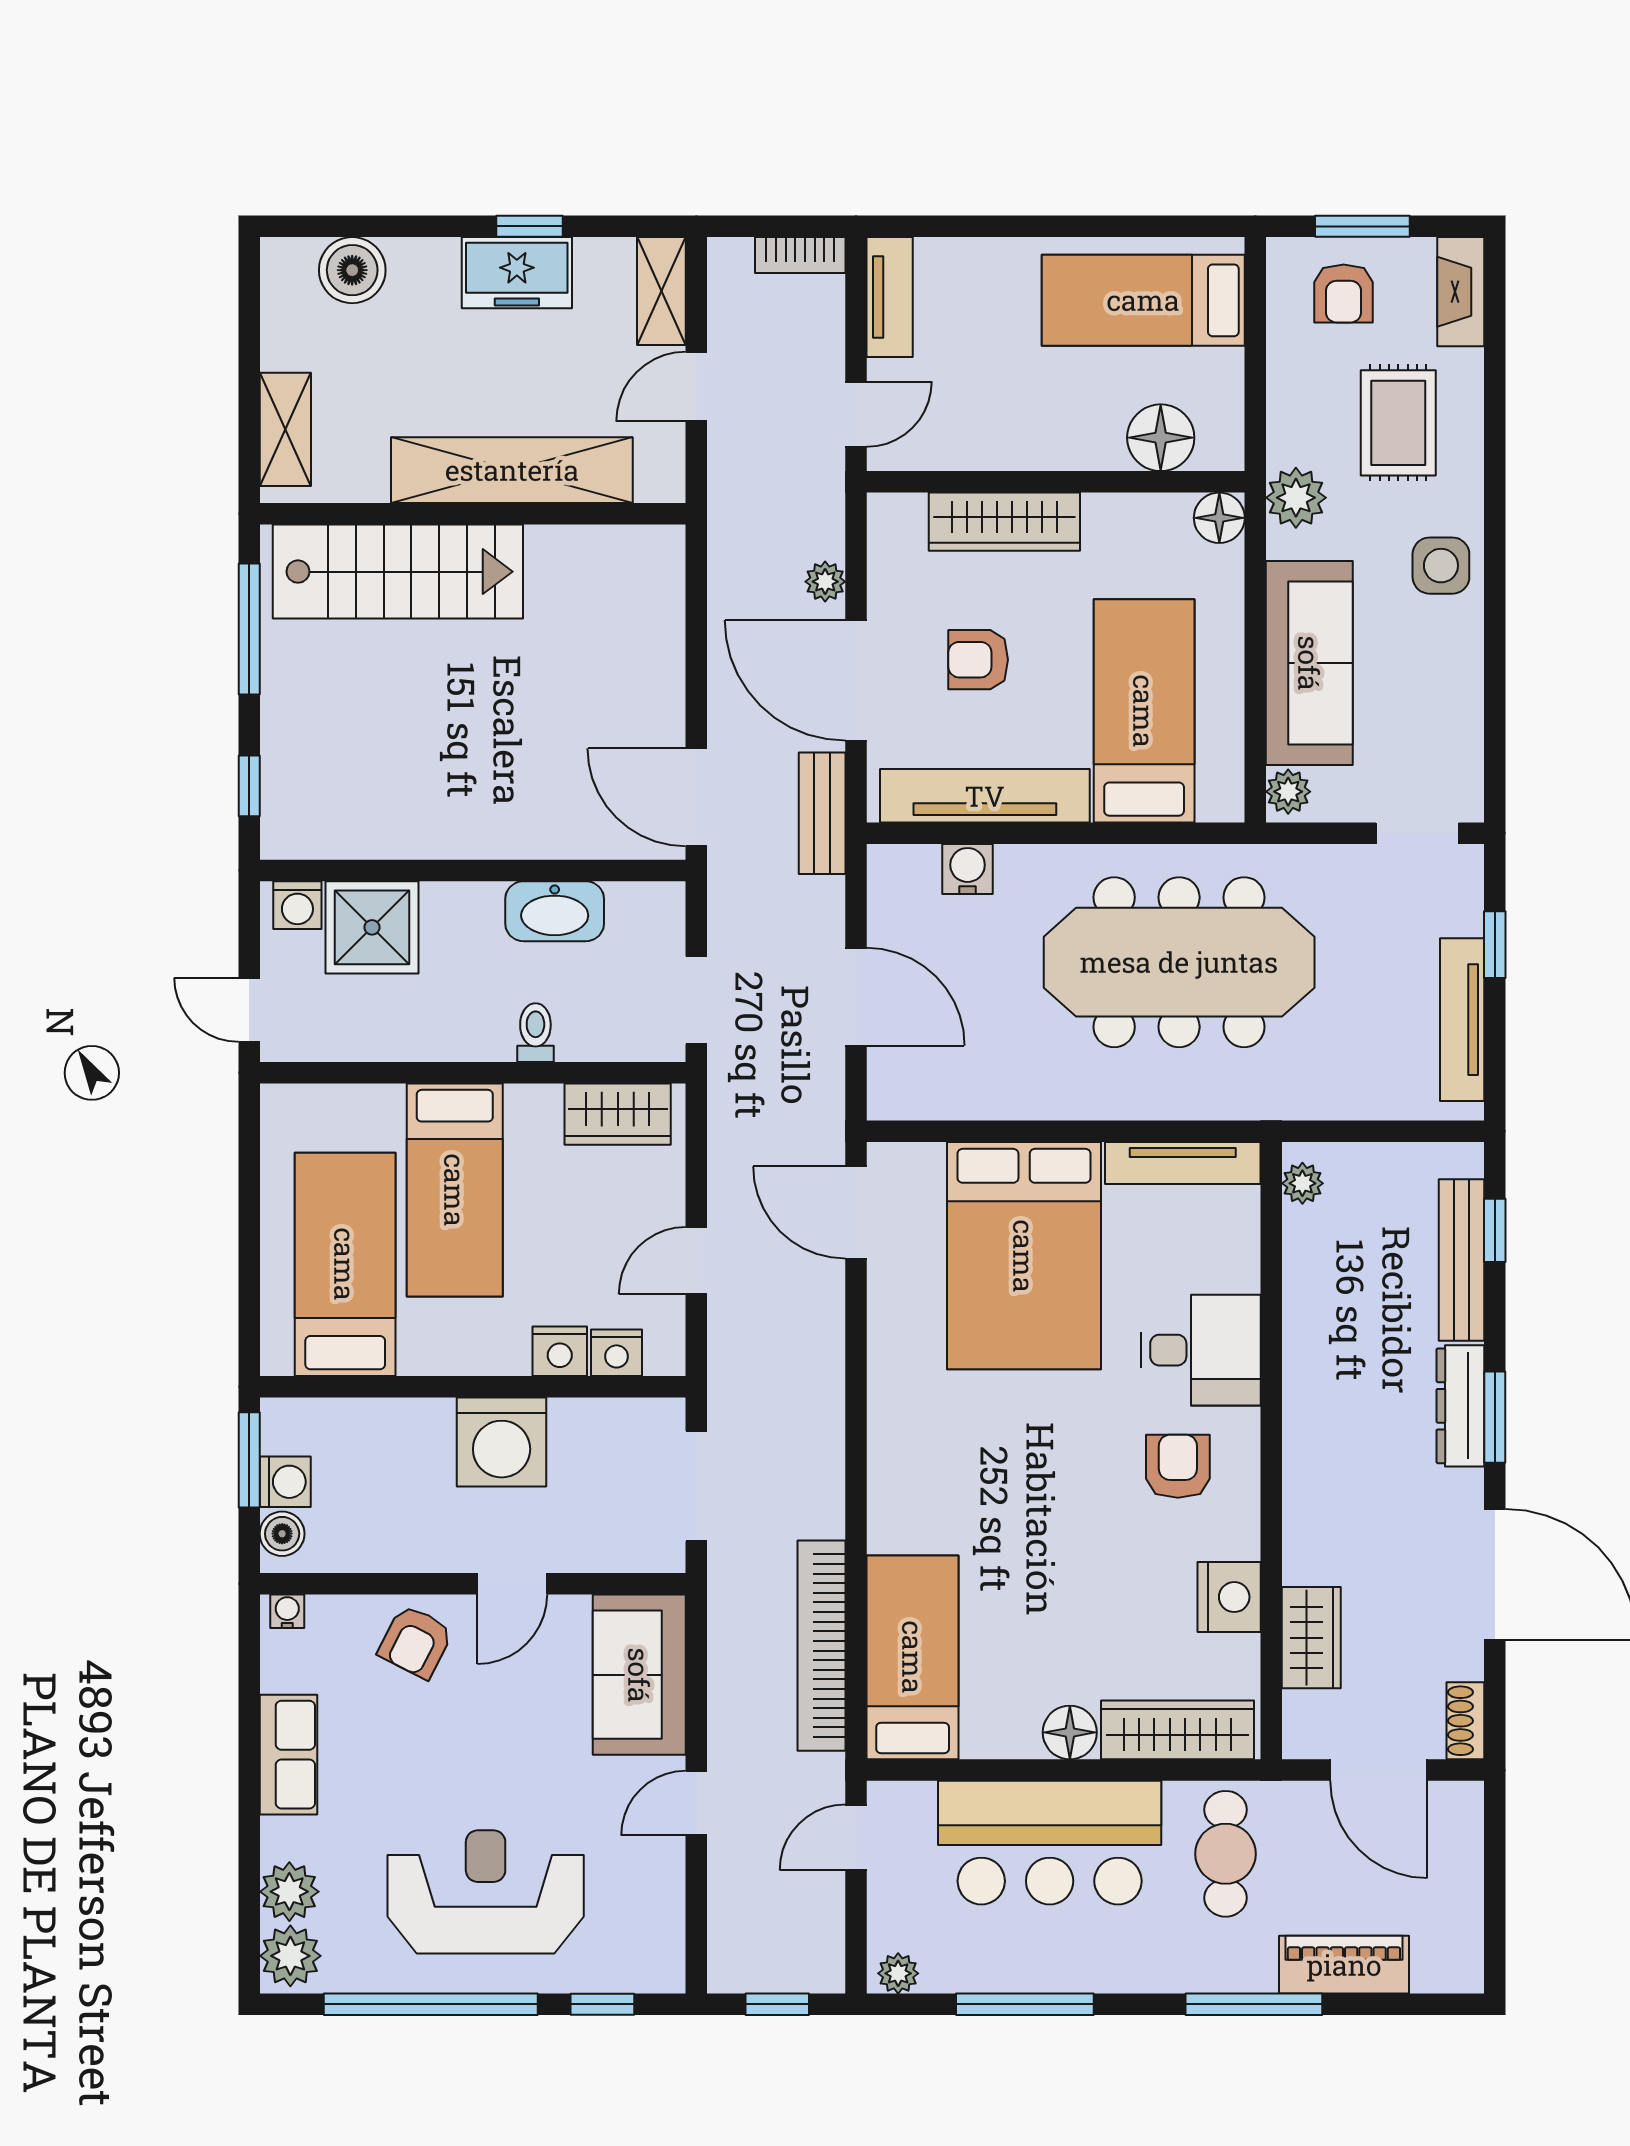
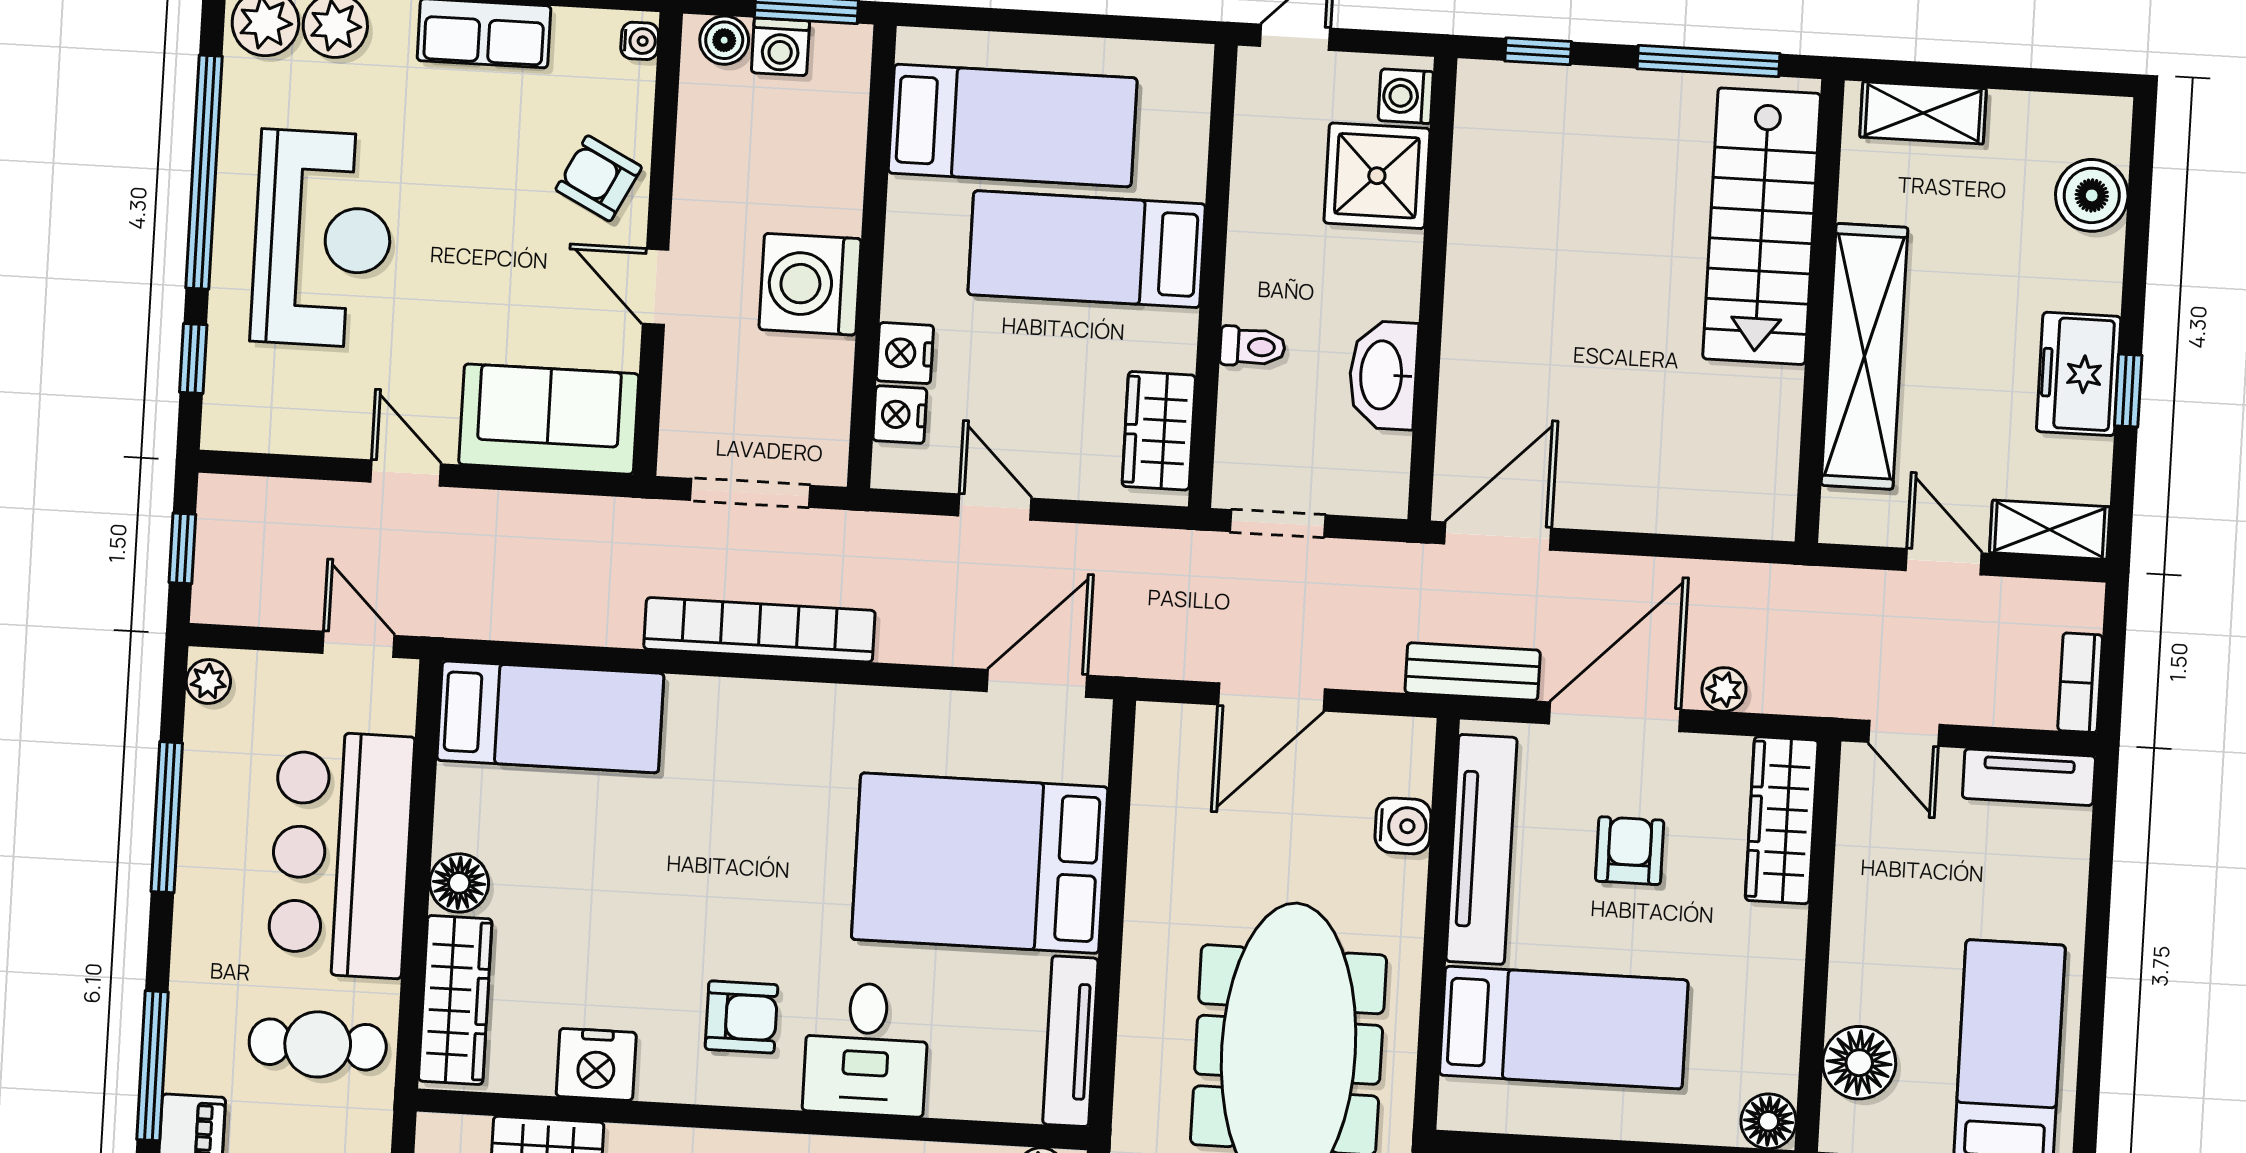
wardrobe: (1004, 522) -> (1782, 820), moved
bookcase: (821, 1646) -> (759, 630), moved

